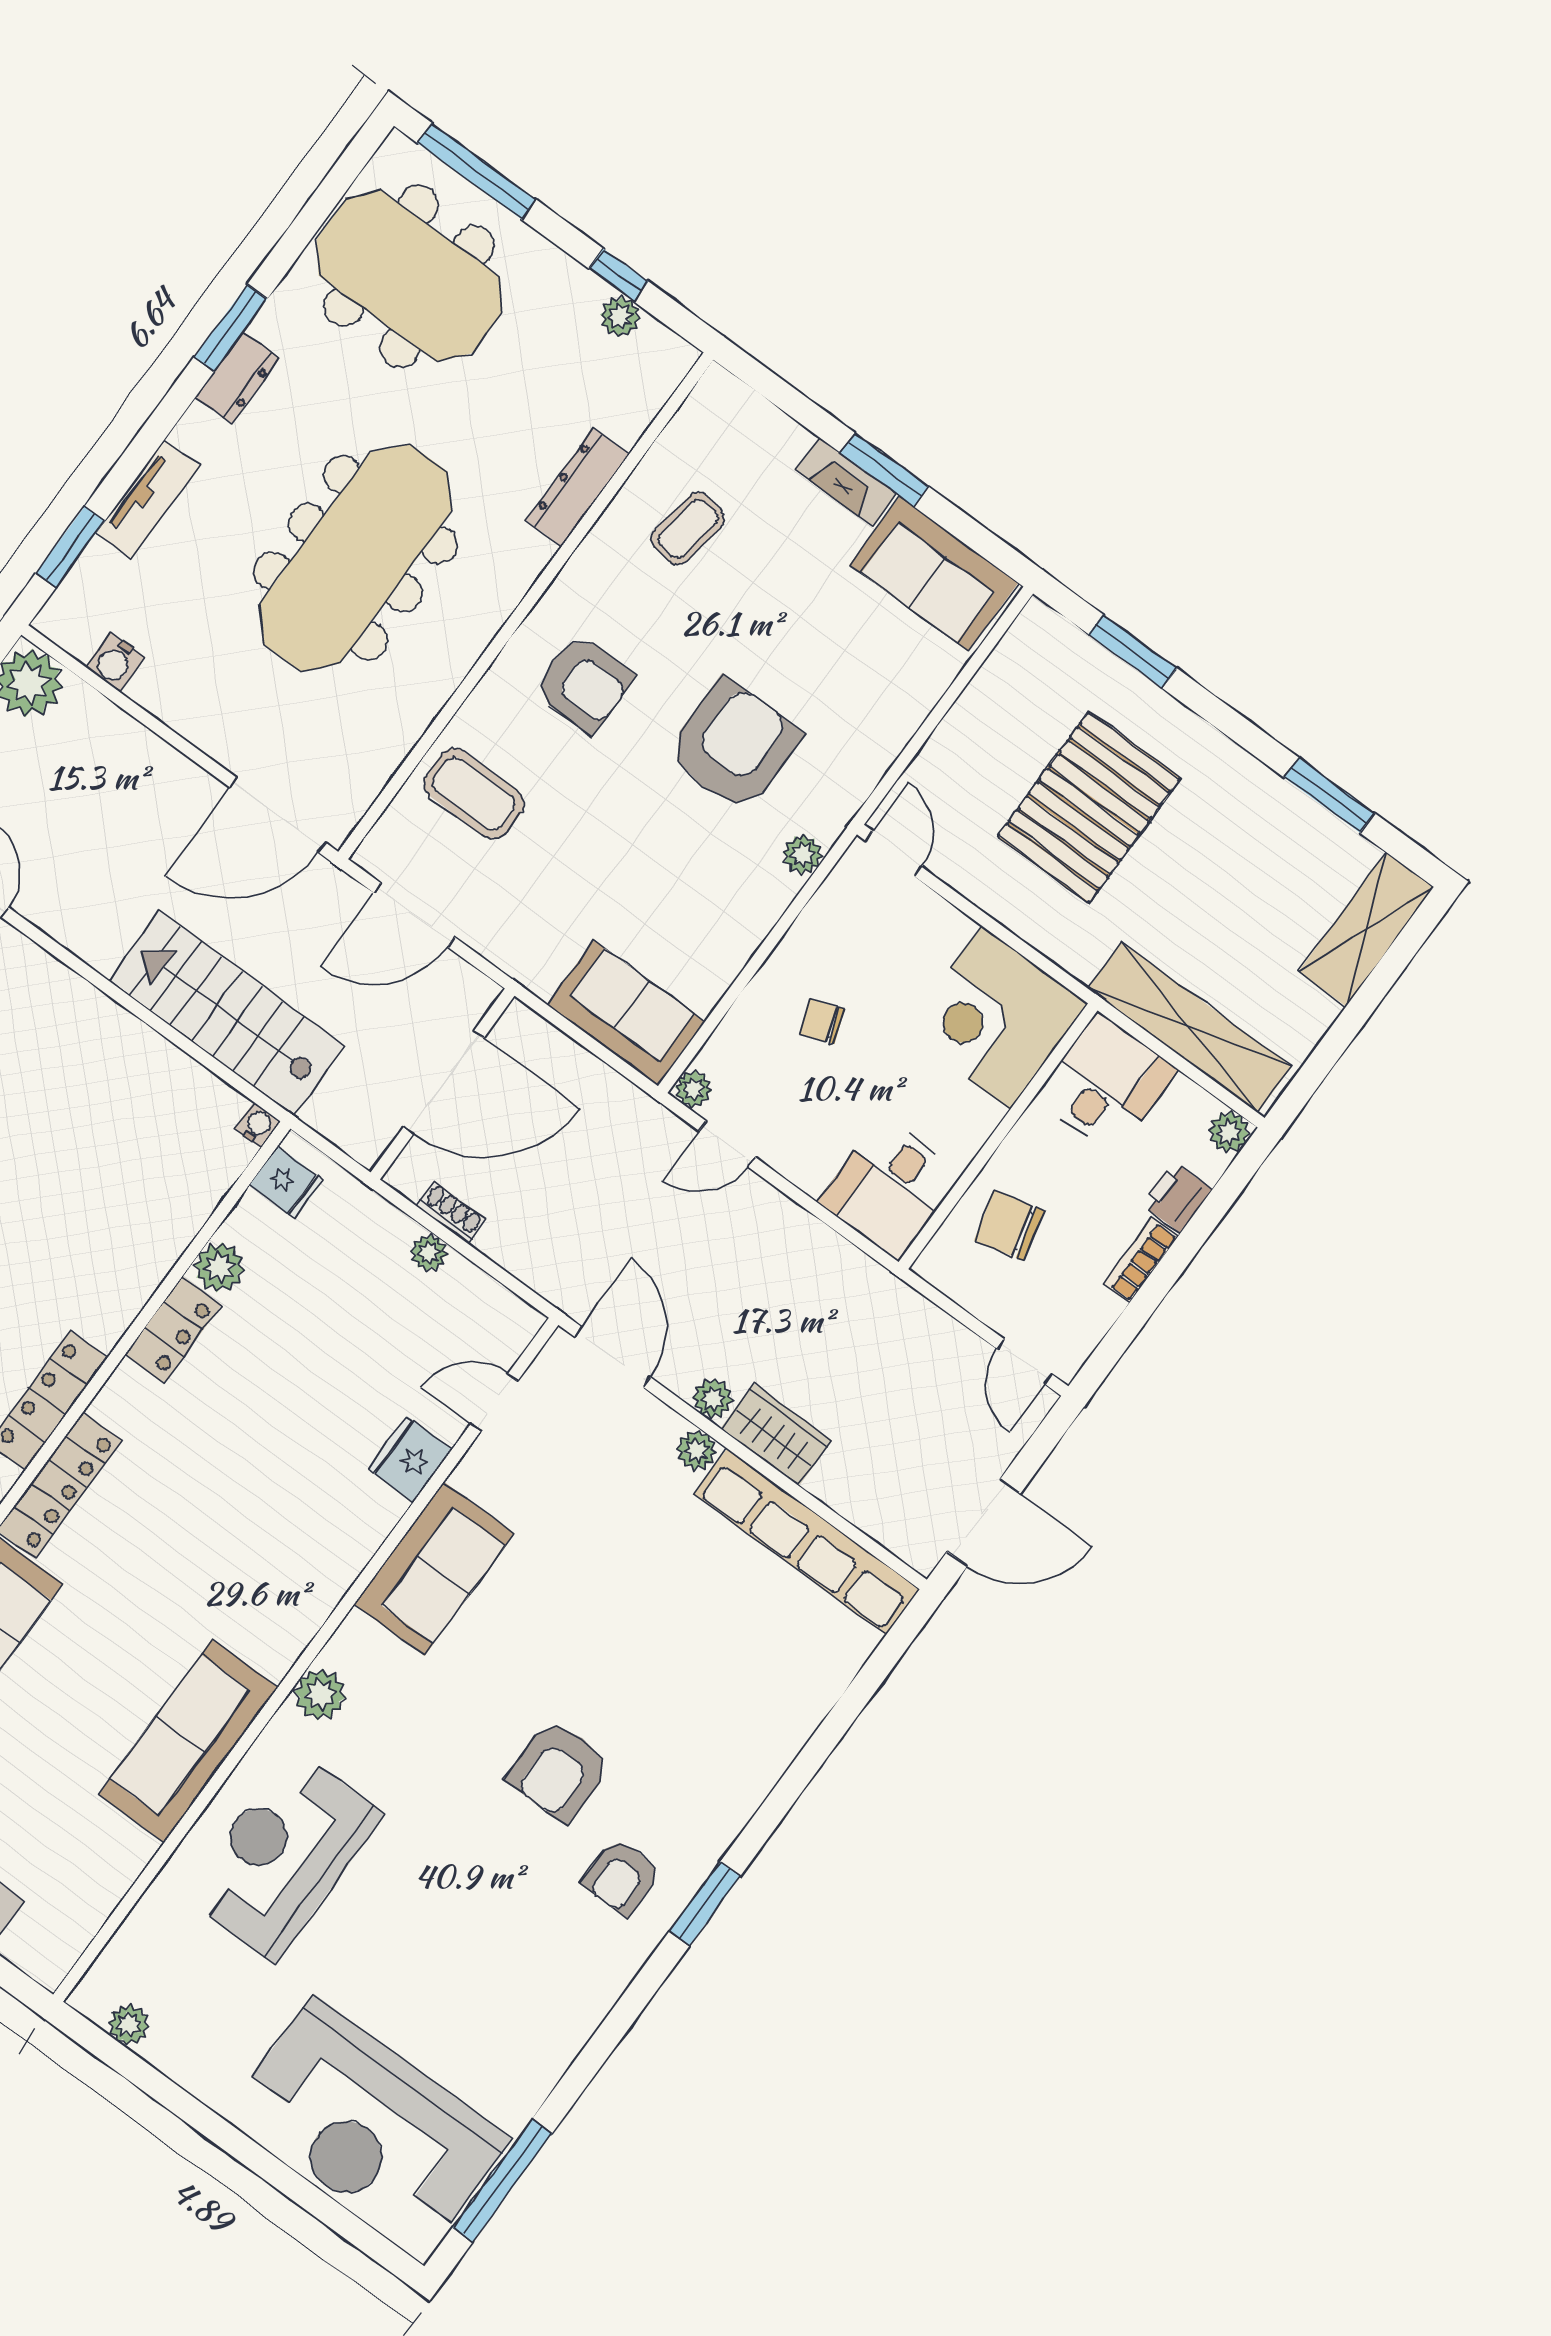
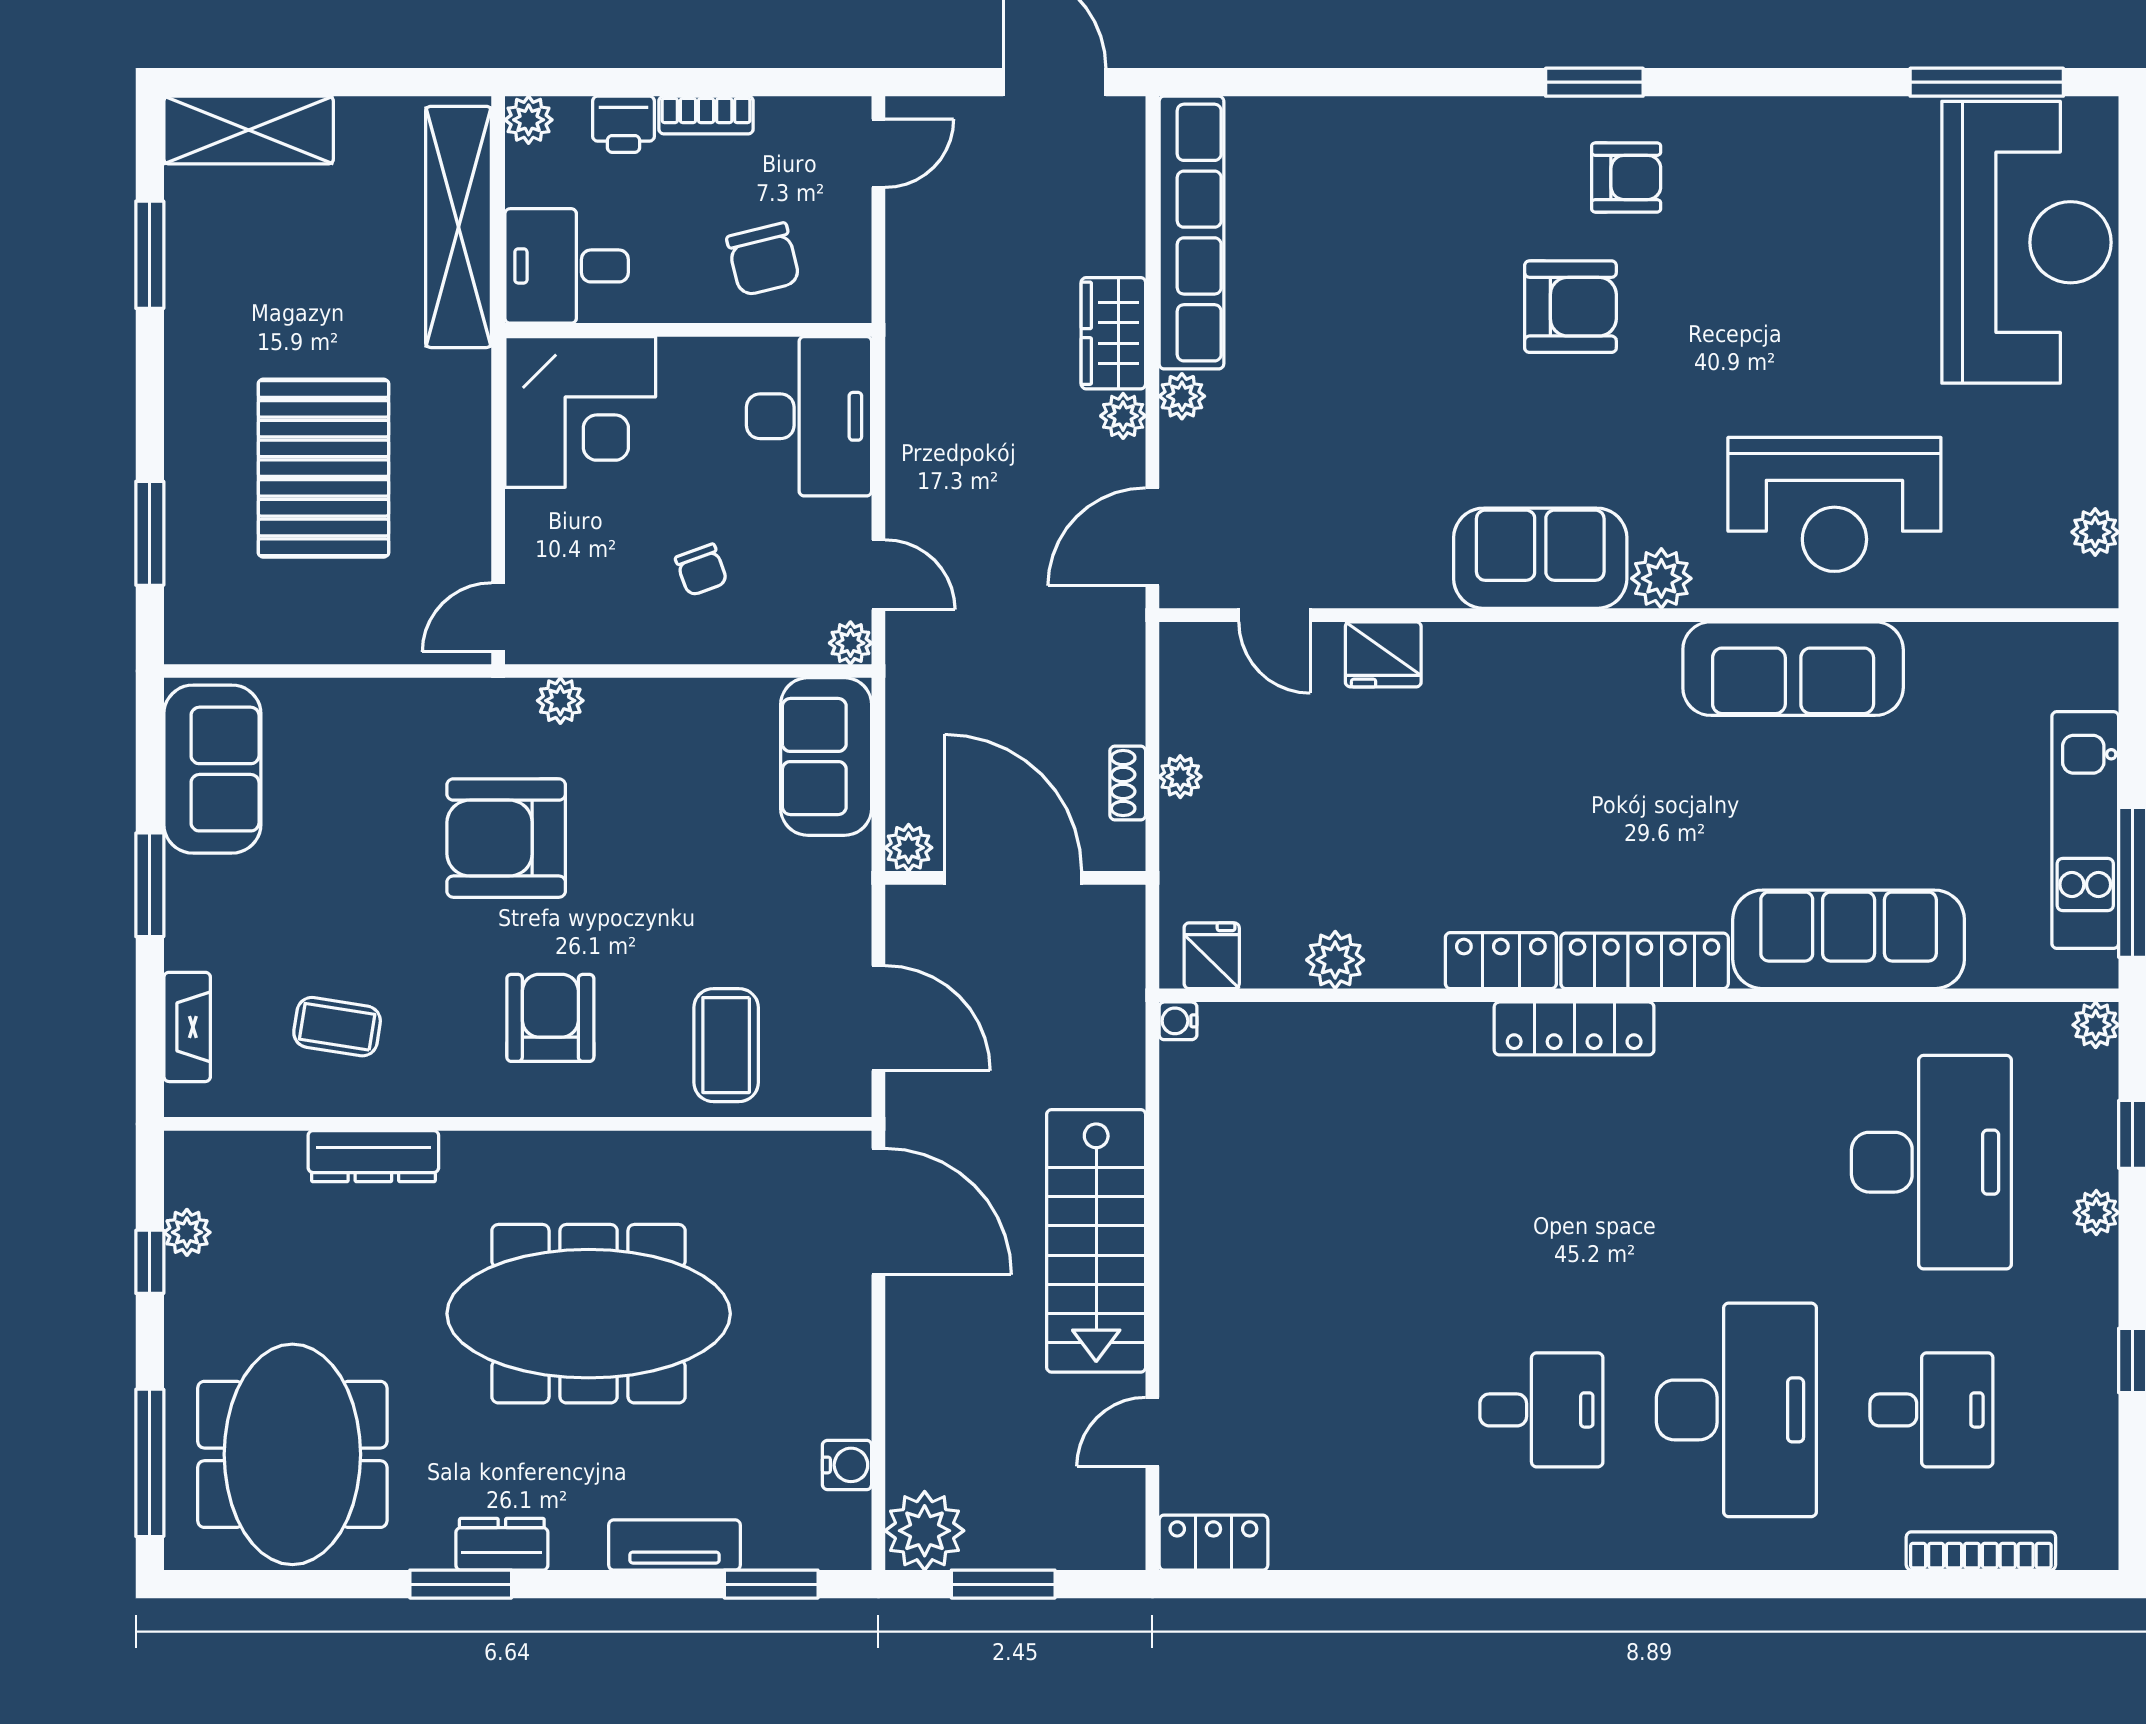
fireplace: (846, 482) -> (187, 1027), moved
pallet: (1089, 807) -> (323, 468), turned 90
stairs: (227, 1014) -> (1096, 1241), moved
plant: (519, 1024) -> (909, 848), added
desk: (890, 1188) -> (809, 416), width x1.37
locker: (173, 1330) -> (1501, 961), moved
sofa: (434, 1569) -> (1540, 558), moved

